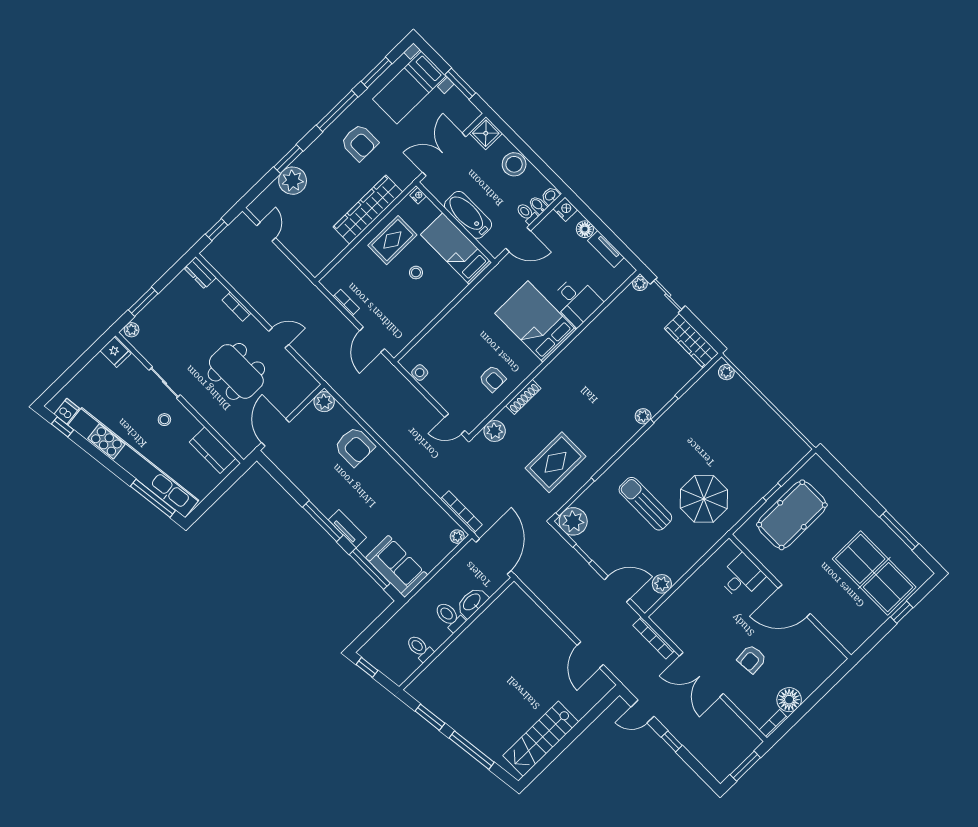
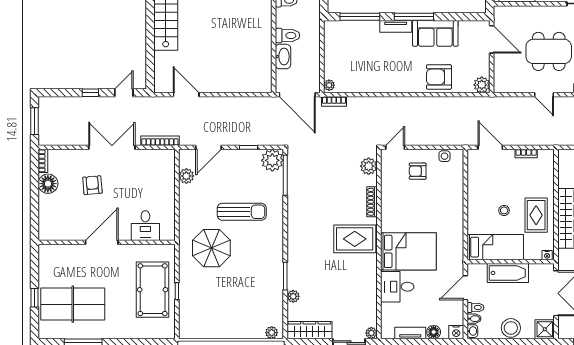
door: (279, 338) -> (544, 95), hinge flipped
armchair: (492, 379) -> (418, 171), moved
plant: (643, 416) -> (293, 296), moved
rug: (555, 462) -> (355, 239), moved, turned 90
bookcase: (461, 512) -> (334, 101), width x0.64
sofa: (397, 566) -> (435, 33), moved

